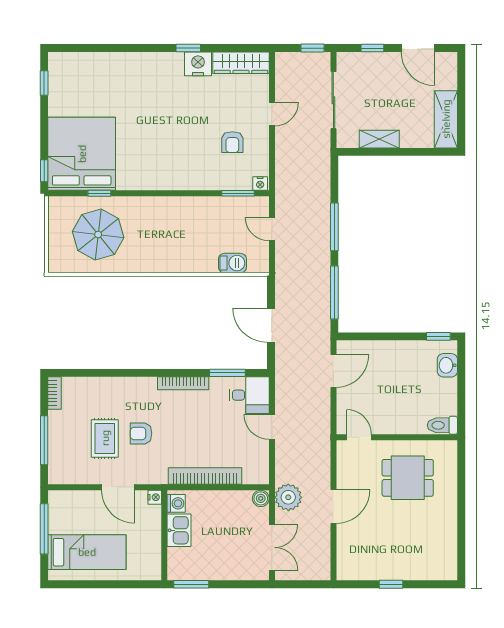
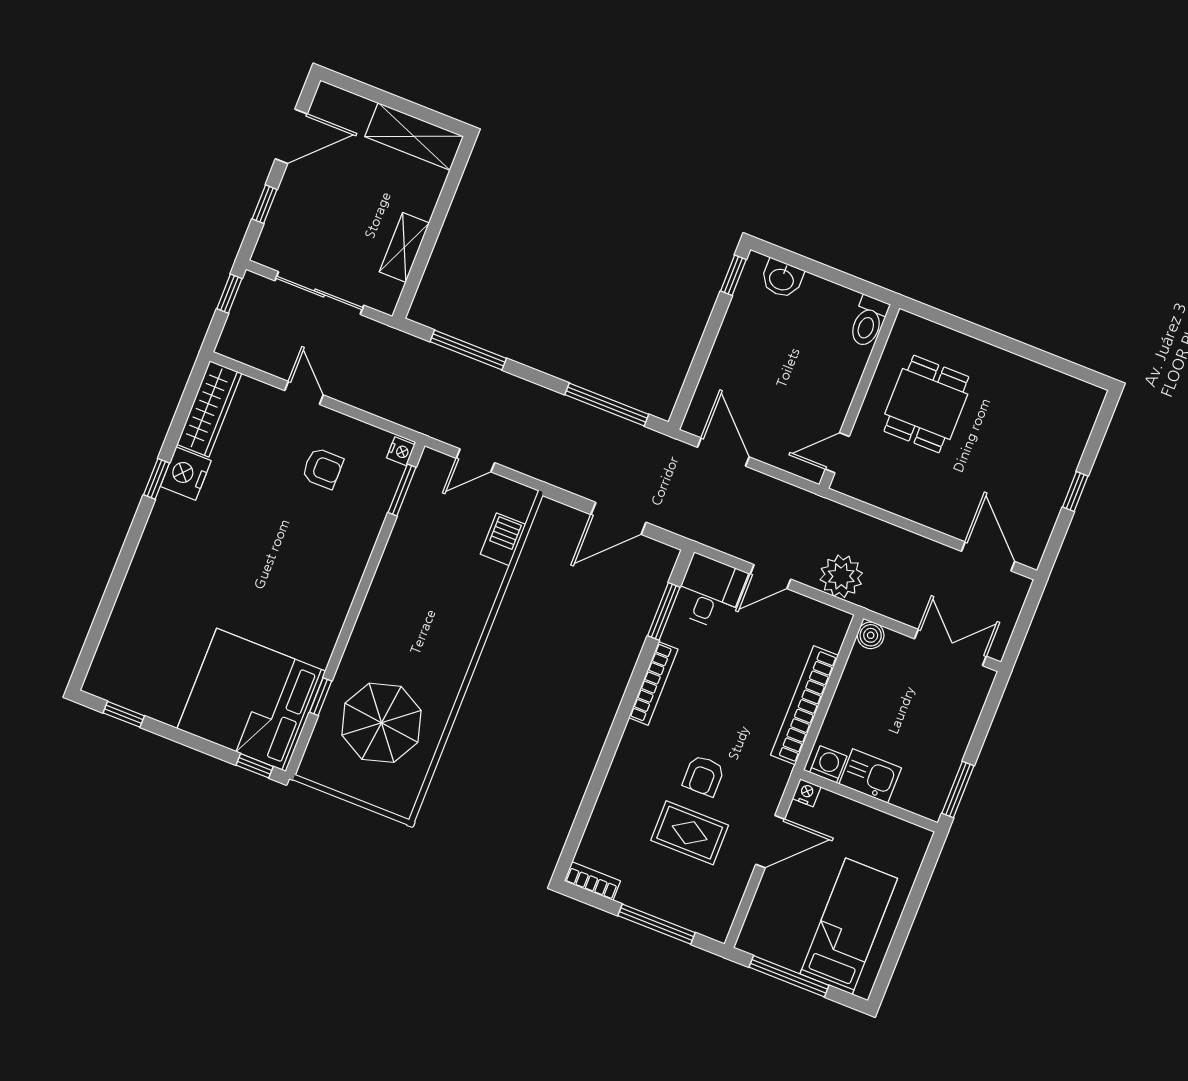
window: (334, 227) -> (468, 350), moved
plant: (288, 497) -> (841, 576), moved
door: (333, 506) -> (988, 556), moved

